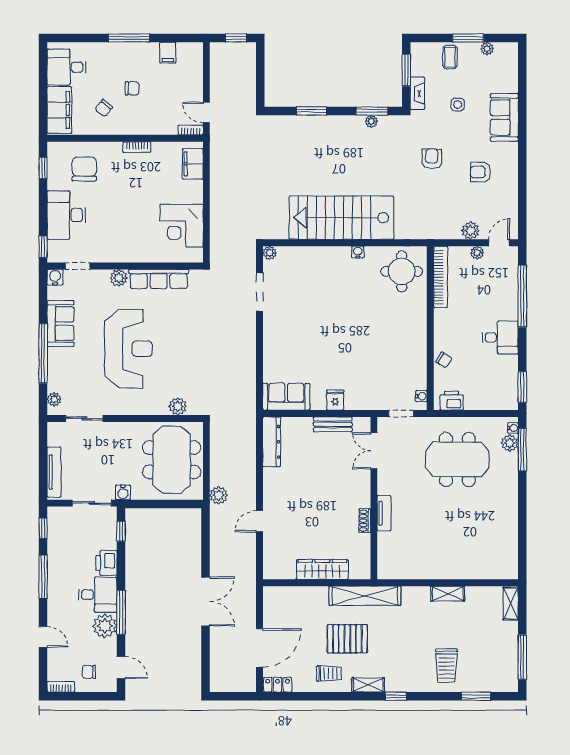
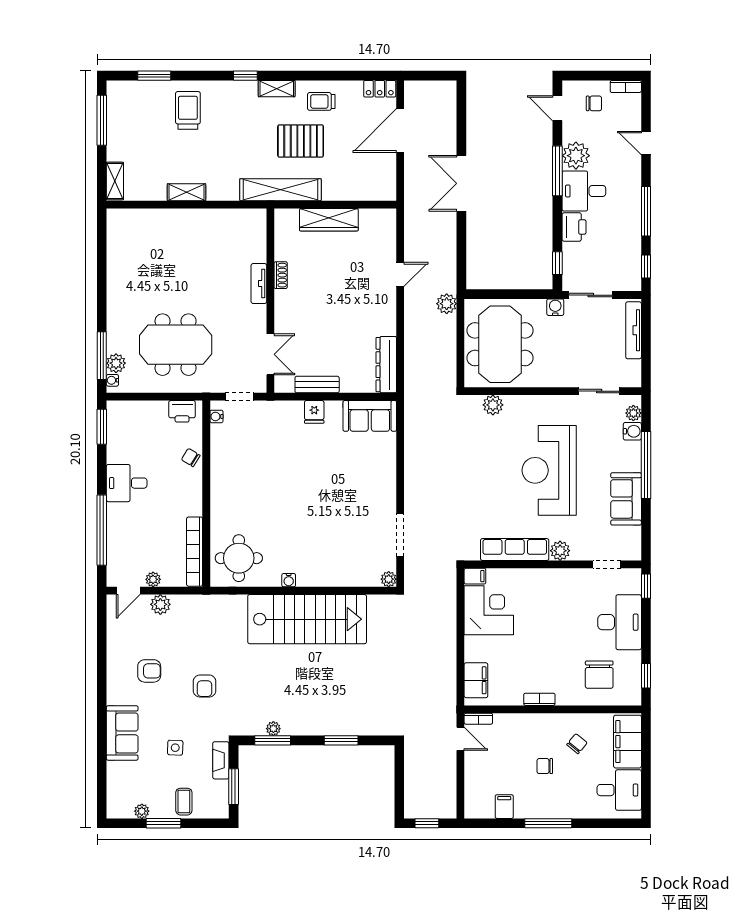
filing cabinet: (194, 256) -> (475, 576), added
water cooler: (55, 277) -> (632, 431), moved, turned -90

